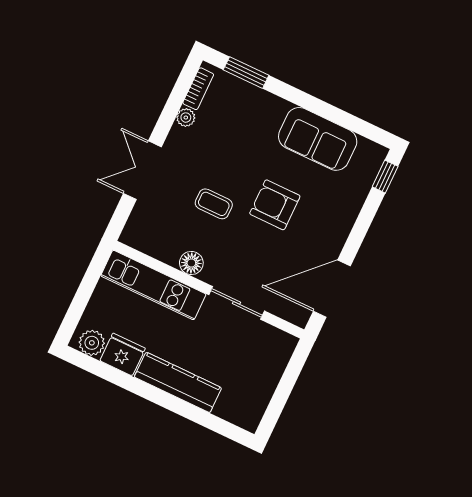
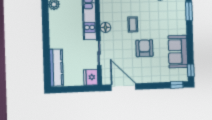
window: (370, 132) -> (191, 70), added
fridge: (123, 354) -> (91, 77), moved, turned 180
kitchen counter: (178, 382) -> (56, 68), moved

